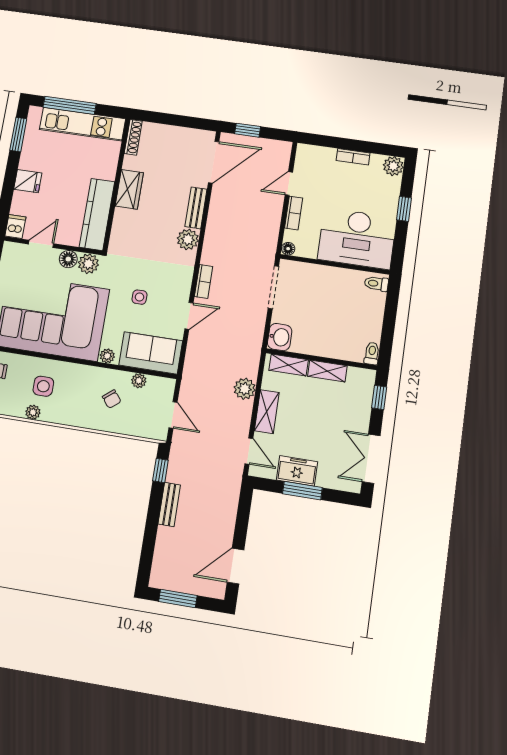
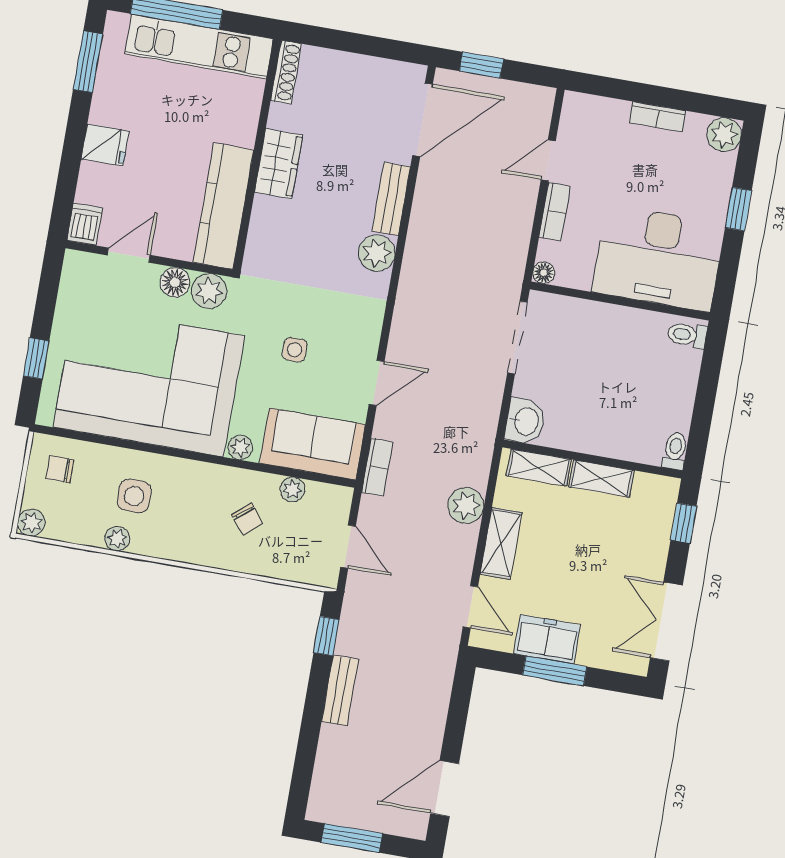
bookcase: (204, 282) -> (377, 467), moved

